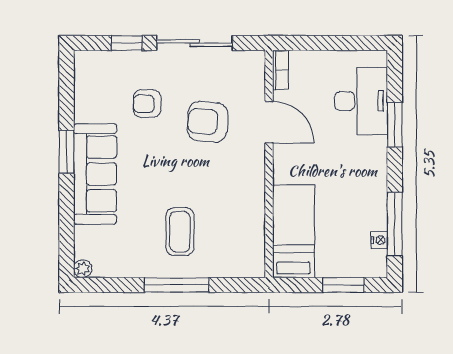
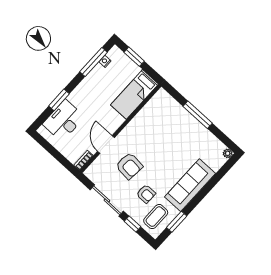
window: (67, 152) -> (177, 222), moved
coffee table: (180, 232) -> (156, 217), moved

